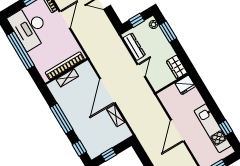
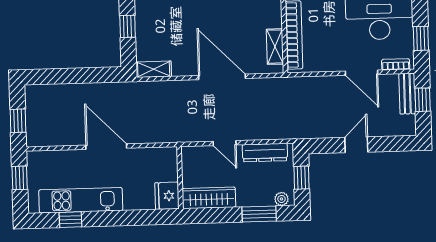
wardrobe: (177, 67) -> (209, 198), width x1.50
shelving: (67, 78) -> (275, 47), moved
shelving: (116, 116) -> (154, 69), moved

